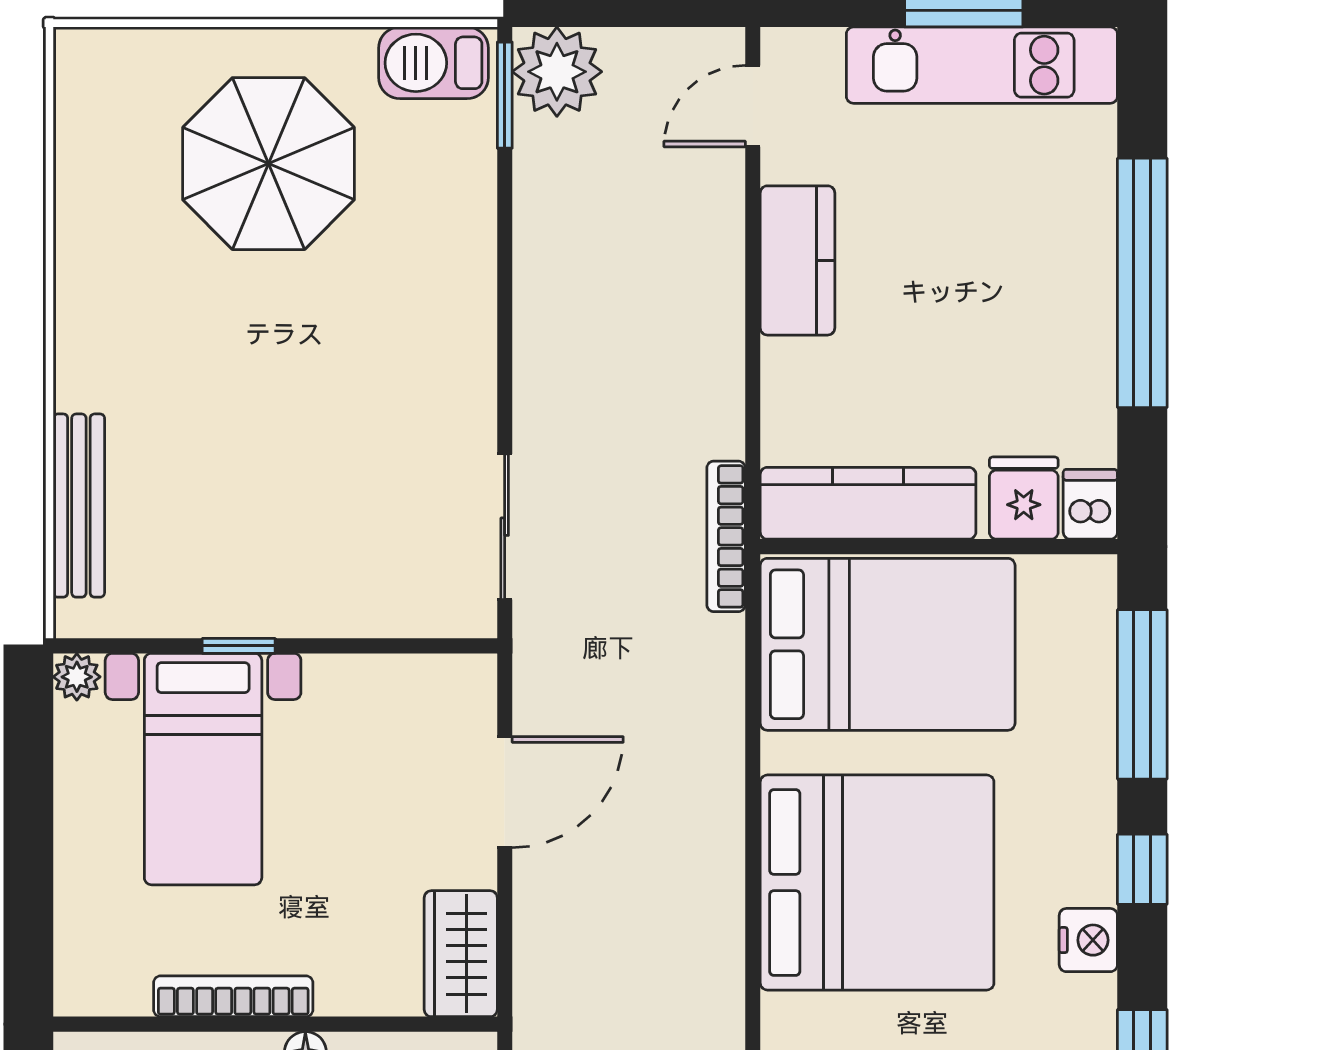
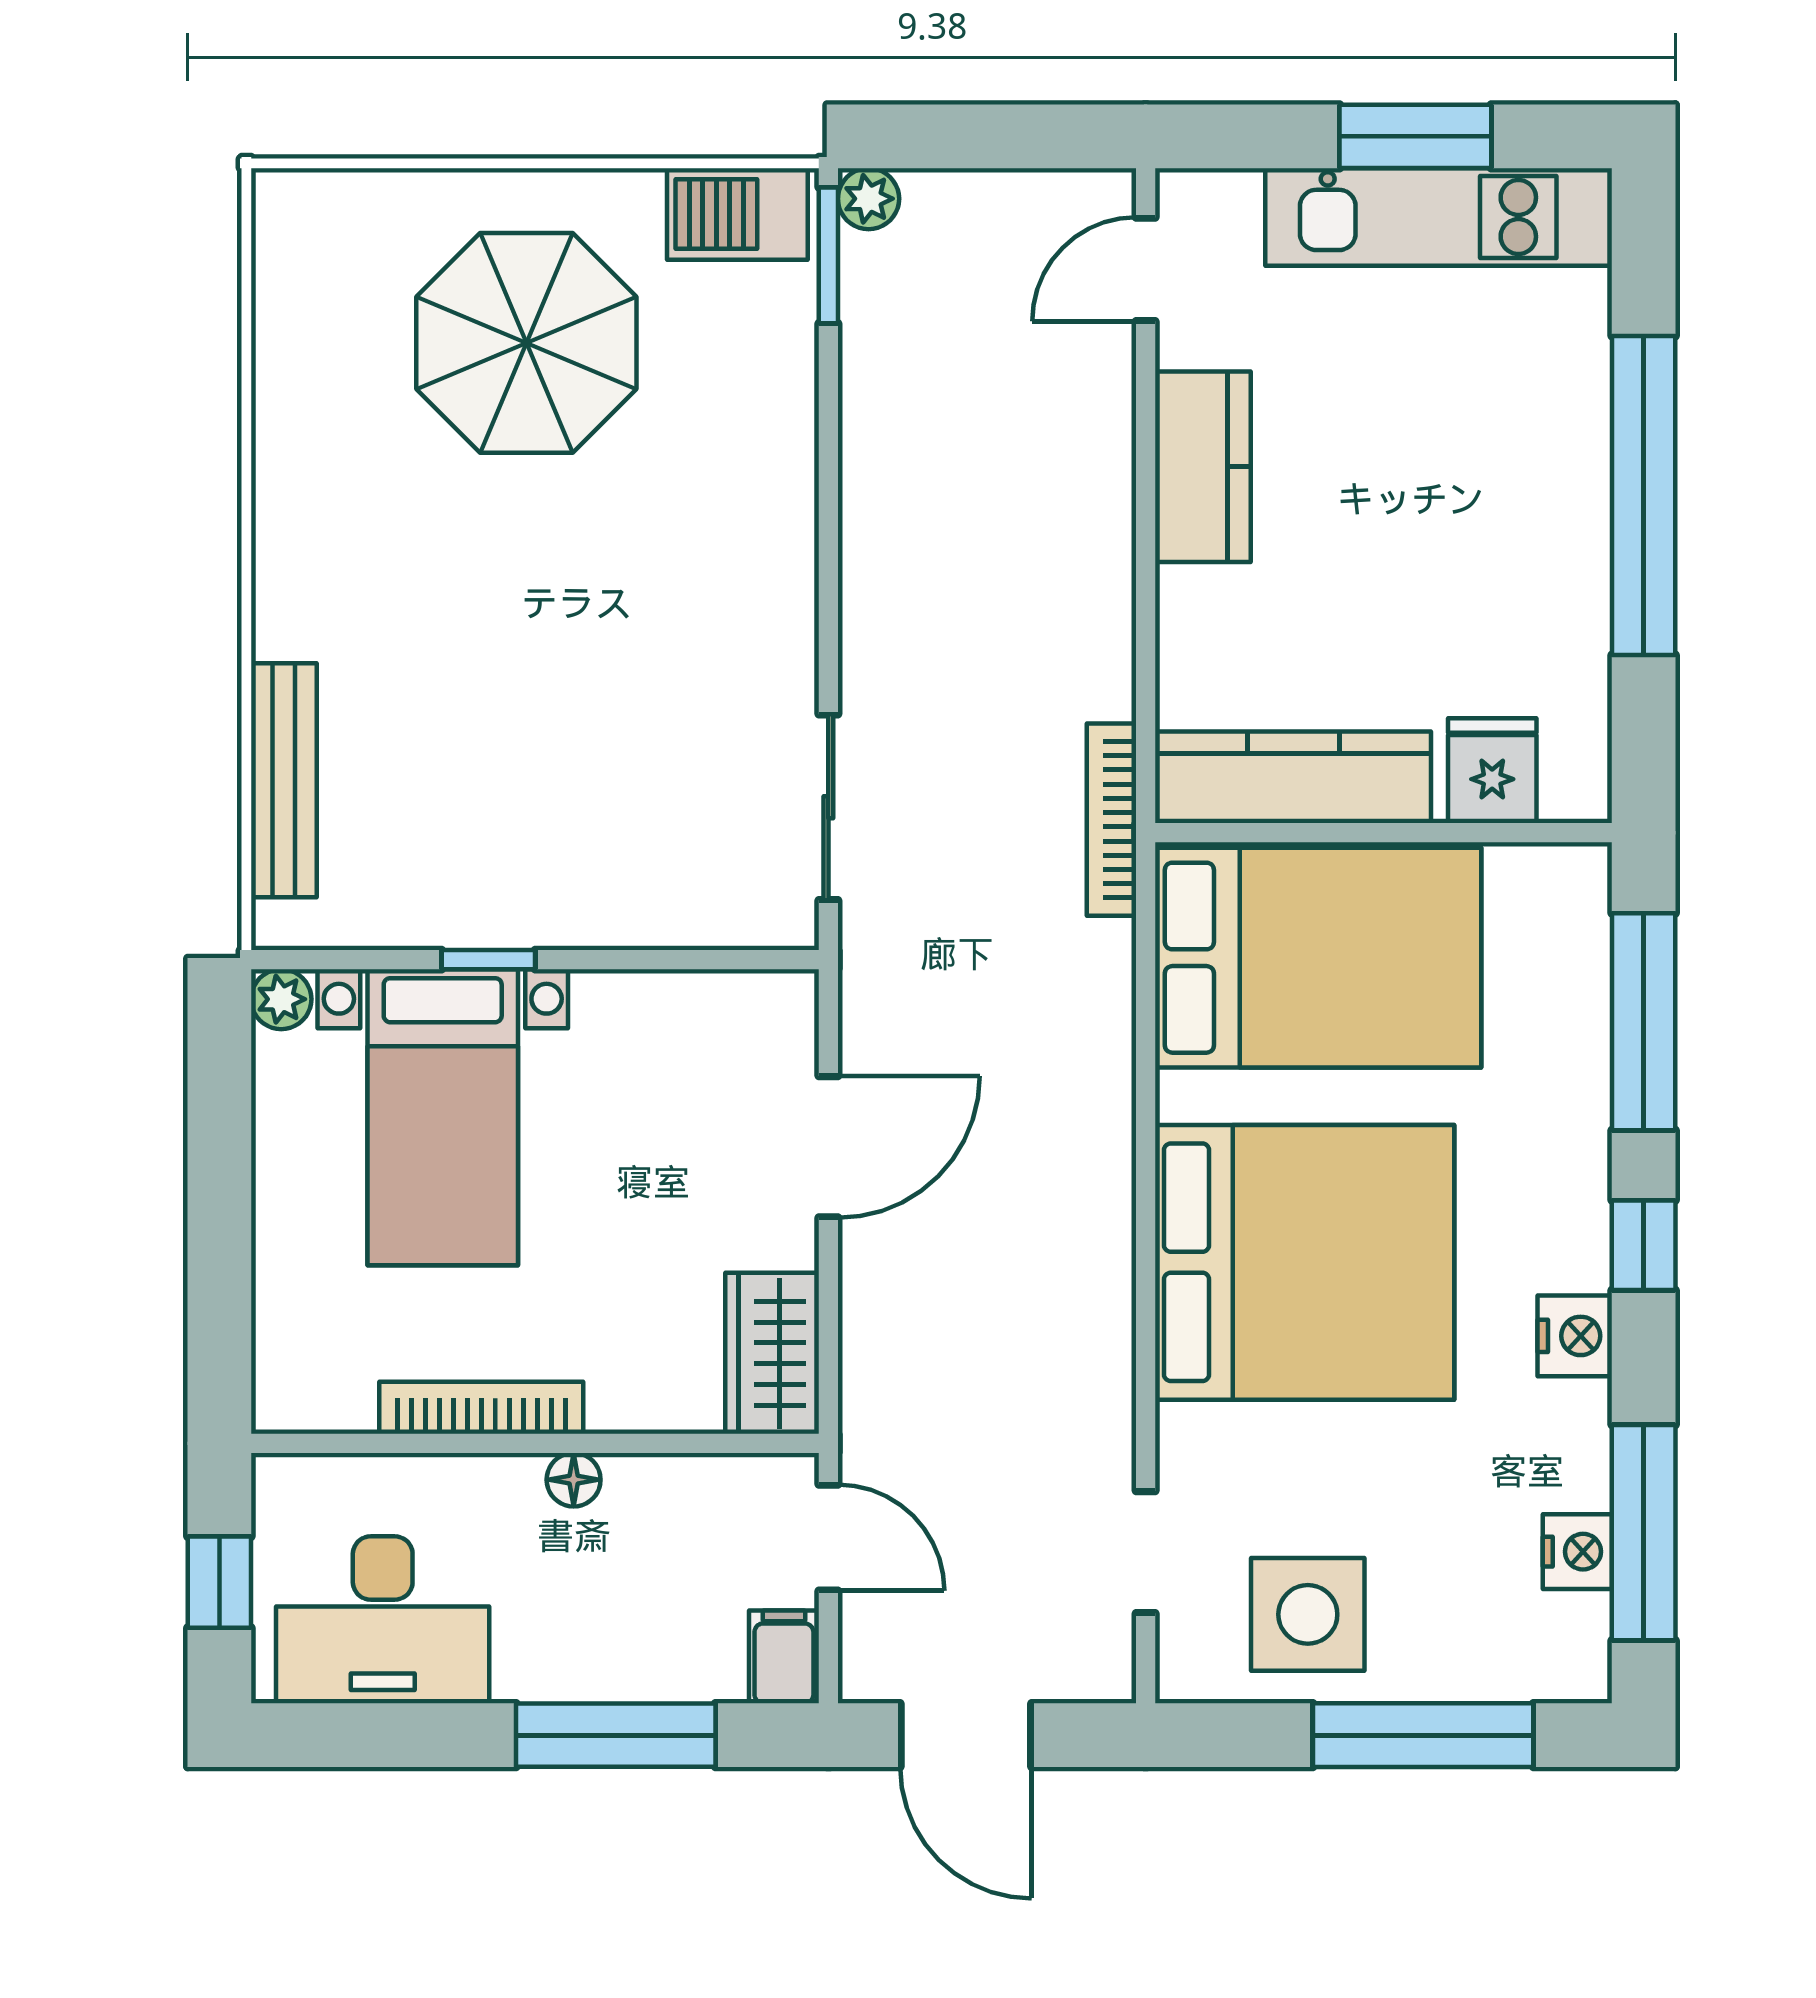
plant: (557, 72) -> (869, 199), width x0.53, depth x0.53
dishwasher: (1090, 504) -> (1577, 779), removed

